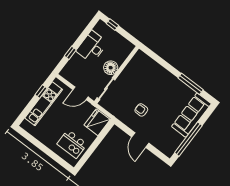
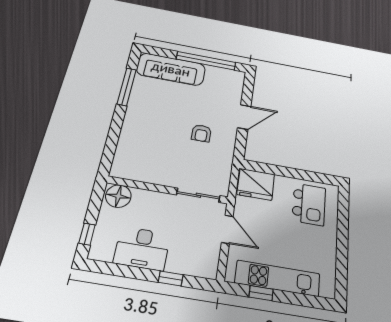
floor lamp: (111, 68) -> (118, 196), moved

